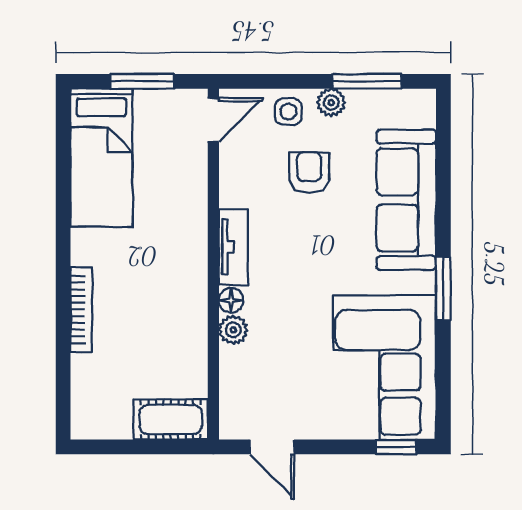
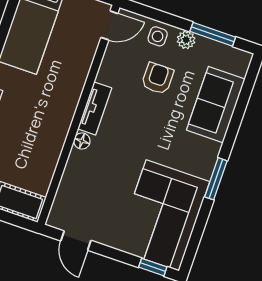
sofa: (406, 200) -> (216, 105), width x0.73
plant: (233, 330) -> (77, 160), removed

